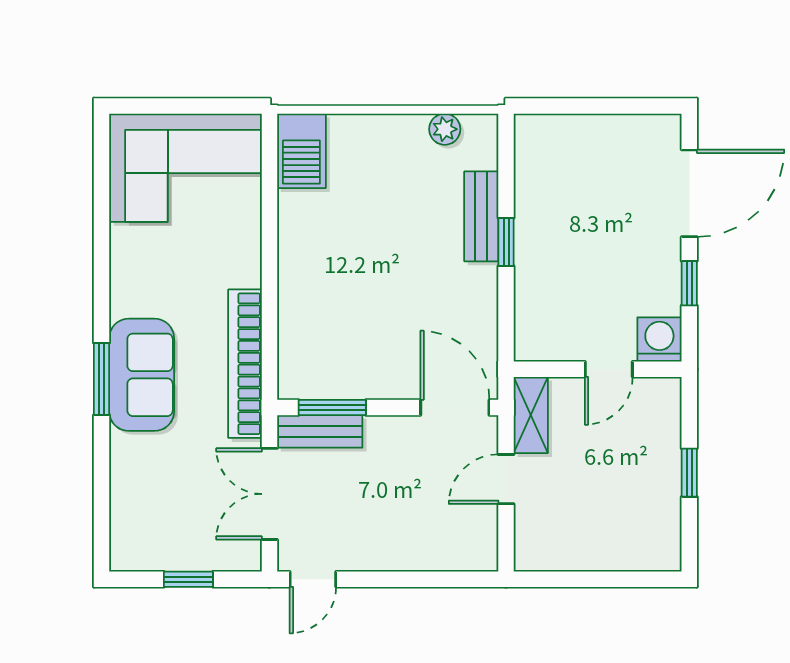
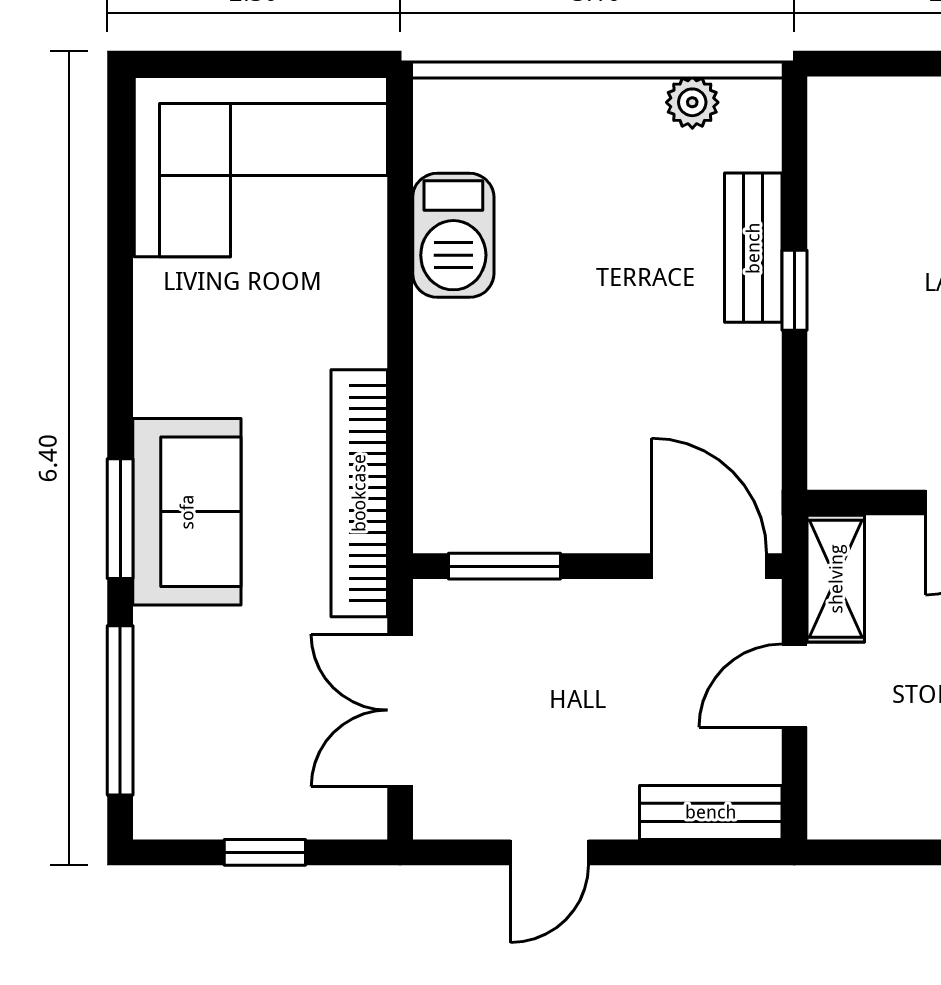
barbecue: (301, 151) -> (453, 235), moved
bench: (320, 431) -> (711, 812), moved
window: (102, 494) -> (120, 710), added
door: (313, 579) -> (549, 852), moved

